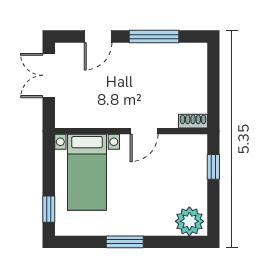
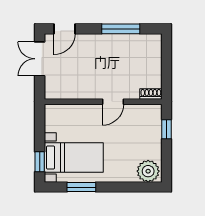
door: (98, 37) -> (65, 29), moved
bed with nightstands: (87, 172) -> (74, 157), moved, turned -90
window: (125, 242) -> (81, 187), moved

